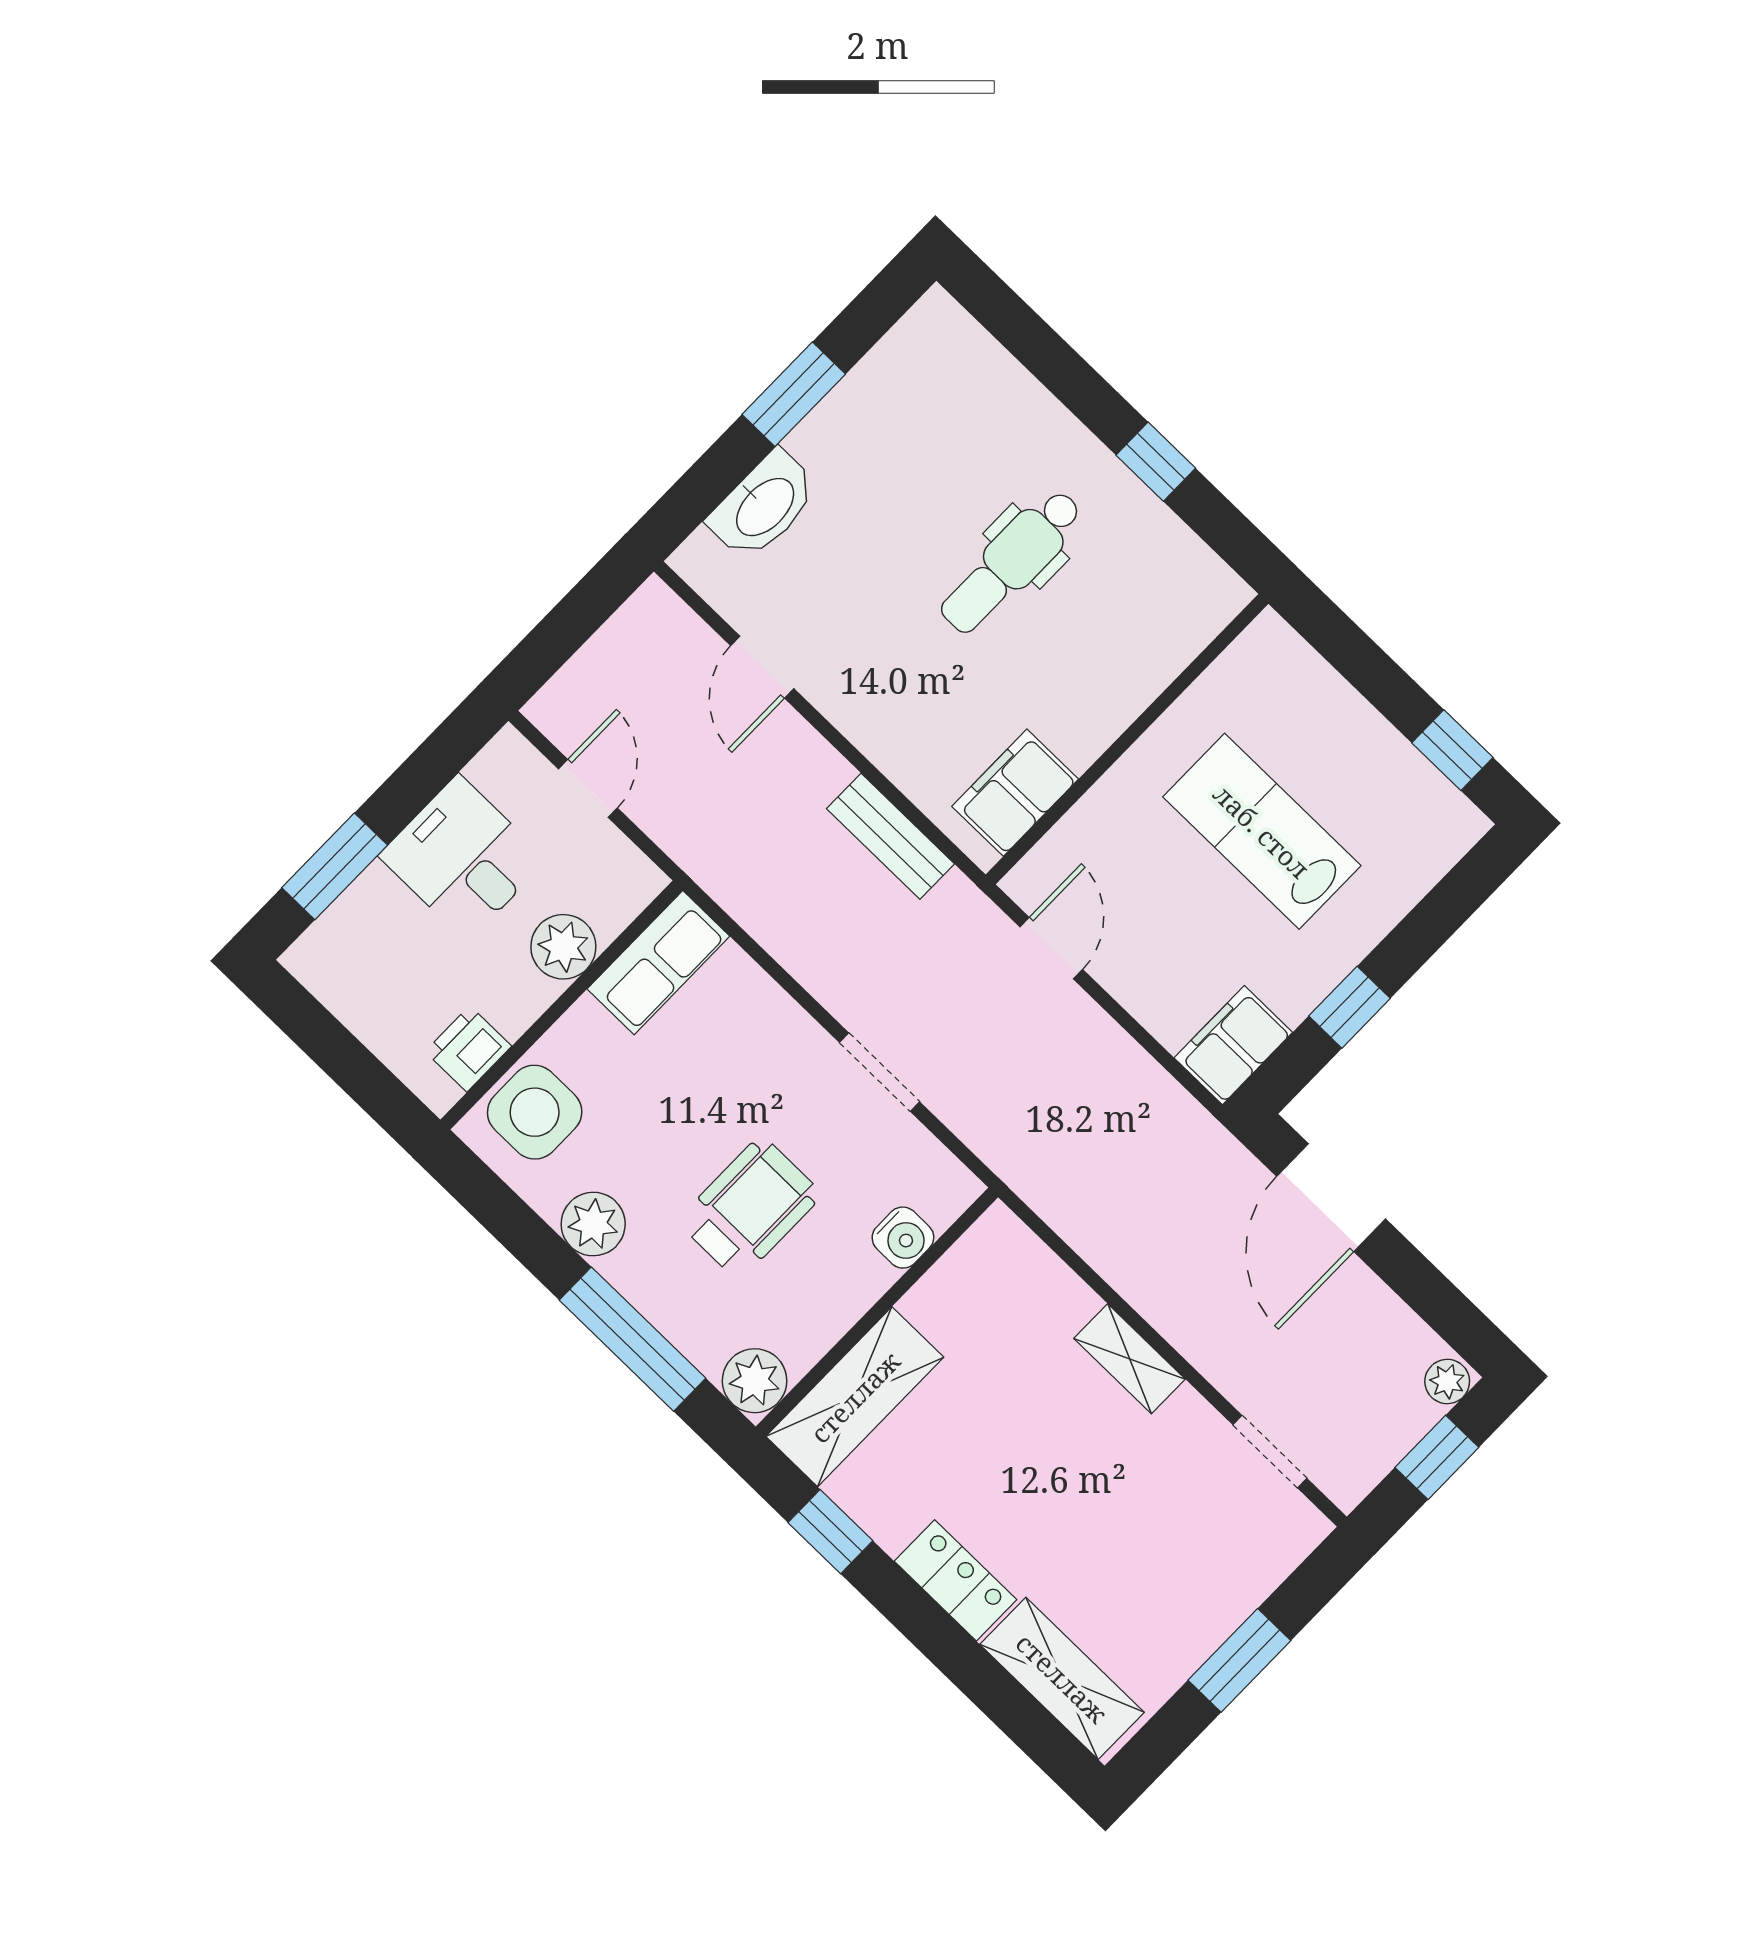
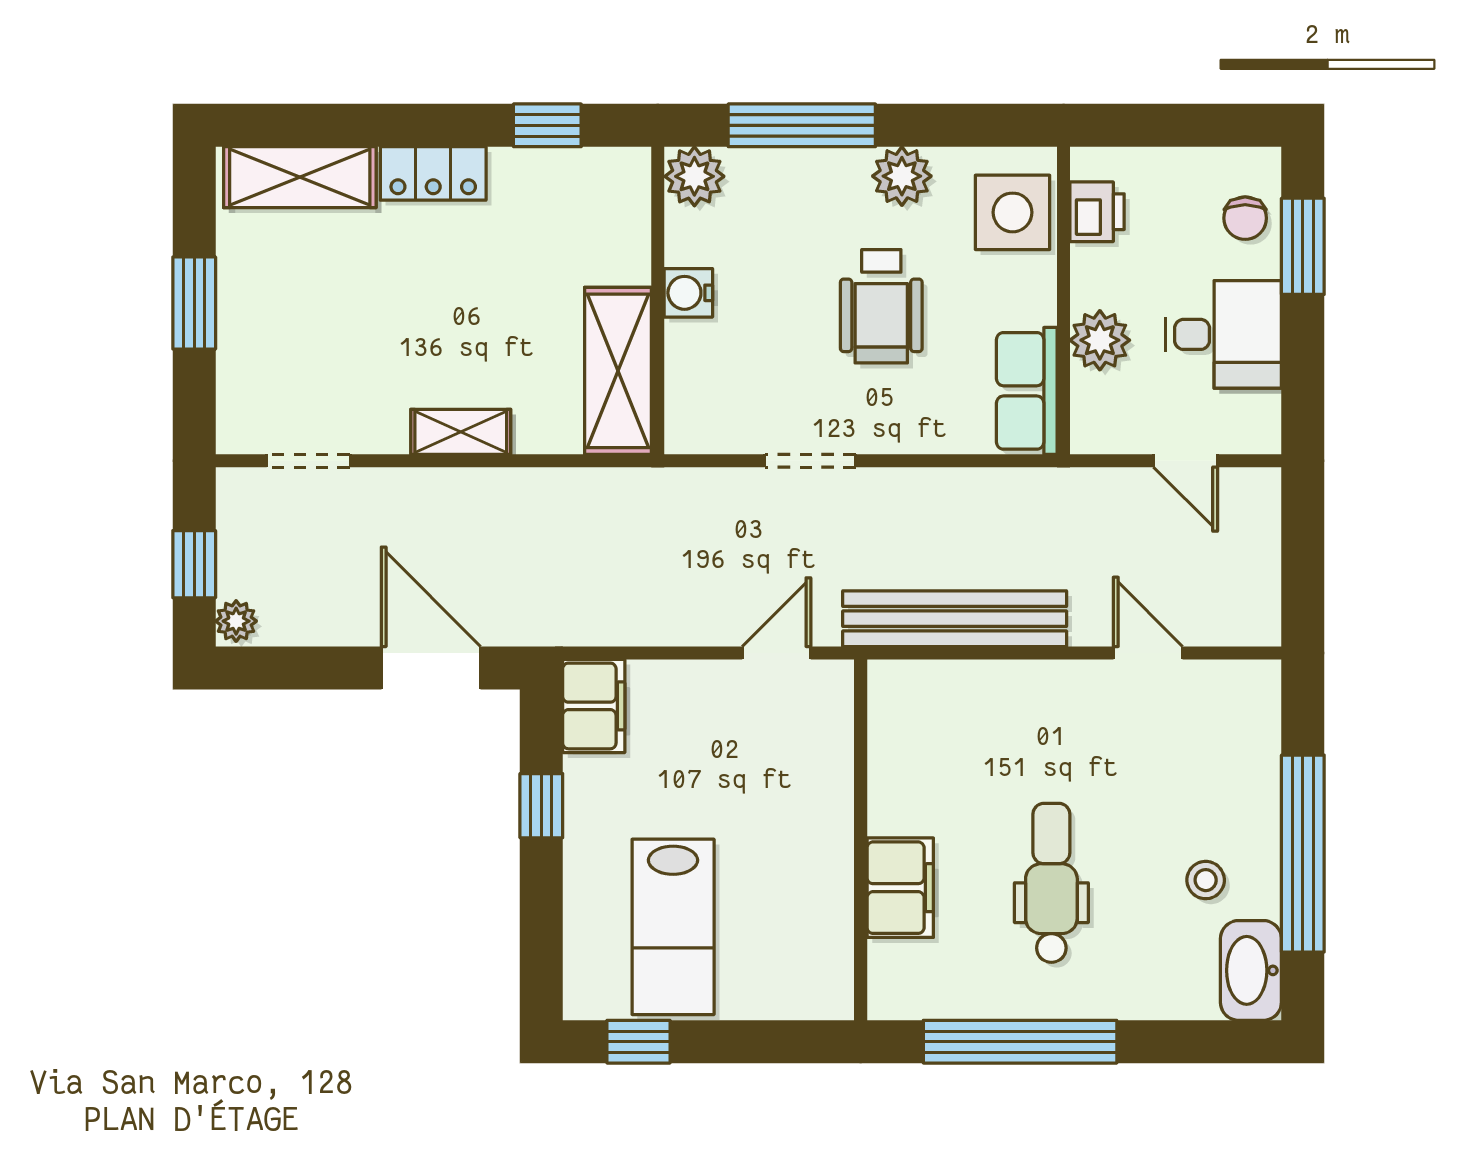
window: (794, 394) -> (1303, 854), width x2.11
stool: (889, 447) -> (1206, 880), added
window: (1156, 462) -> (1020, 1042), width x3.17
washbasin: (764, 506) -> (1251, 970), moved
filing cabinet: (1015, 793) -> (900, 888), moved
lab bench: (1262, 831) -> (673, 927), moved, turned 90
bench: (891, 836) -> (955, 619), width x1.86, depth x1.21
chair: (358, 932) -> (1245, 218), added
door: (1051, 948) -> (776, 653), swing flipped
wheelchair: (750, 1208) -> (881, 306), moved
water cooler: (903, 1238) -> (688, 293), moved
shelving: (855, 1397) -> (618, 371), moved

